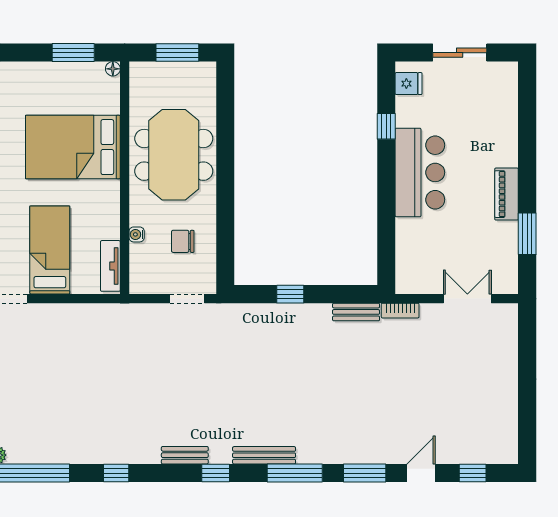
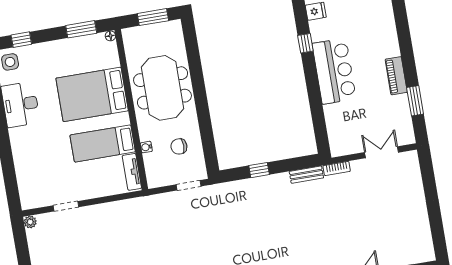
bed: (50, 250) -> (103, 143), moved, turned -90

